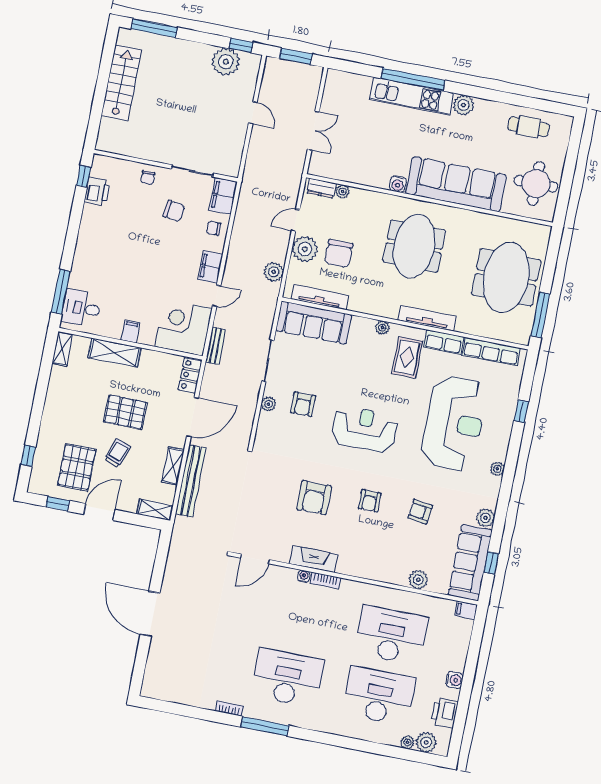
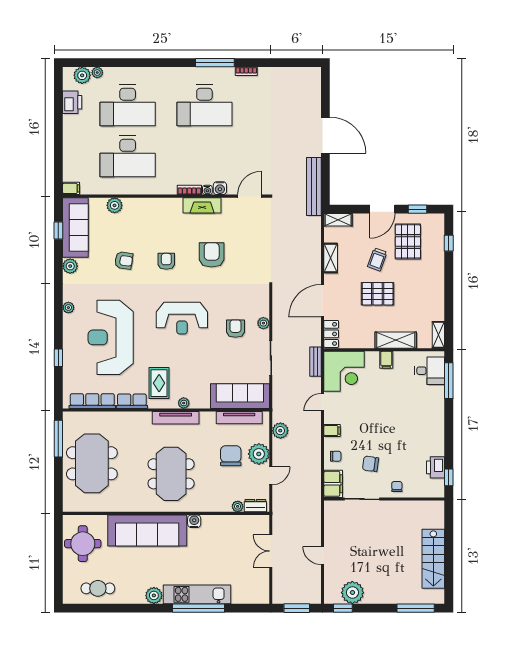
filing cabinet: (210, 267) -> (332, 431), width x0.50
tv unit: (427, 318) -> (176, 418), moved
bench: (191, 481) -> (314, 186), moved
water cooler: (454, 680) -> (220, 188), moved, turned -90

